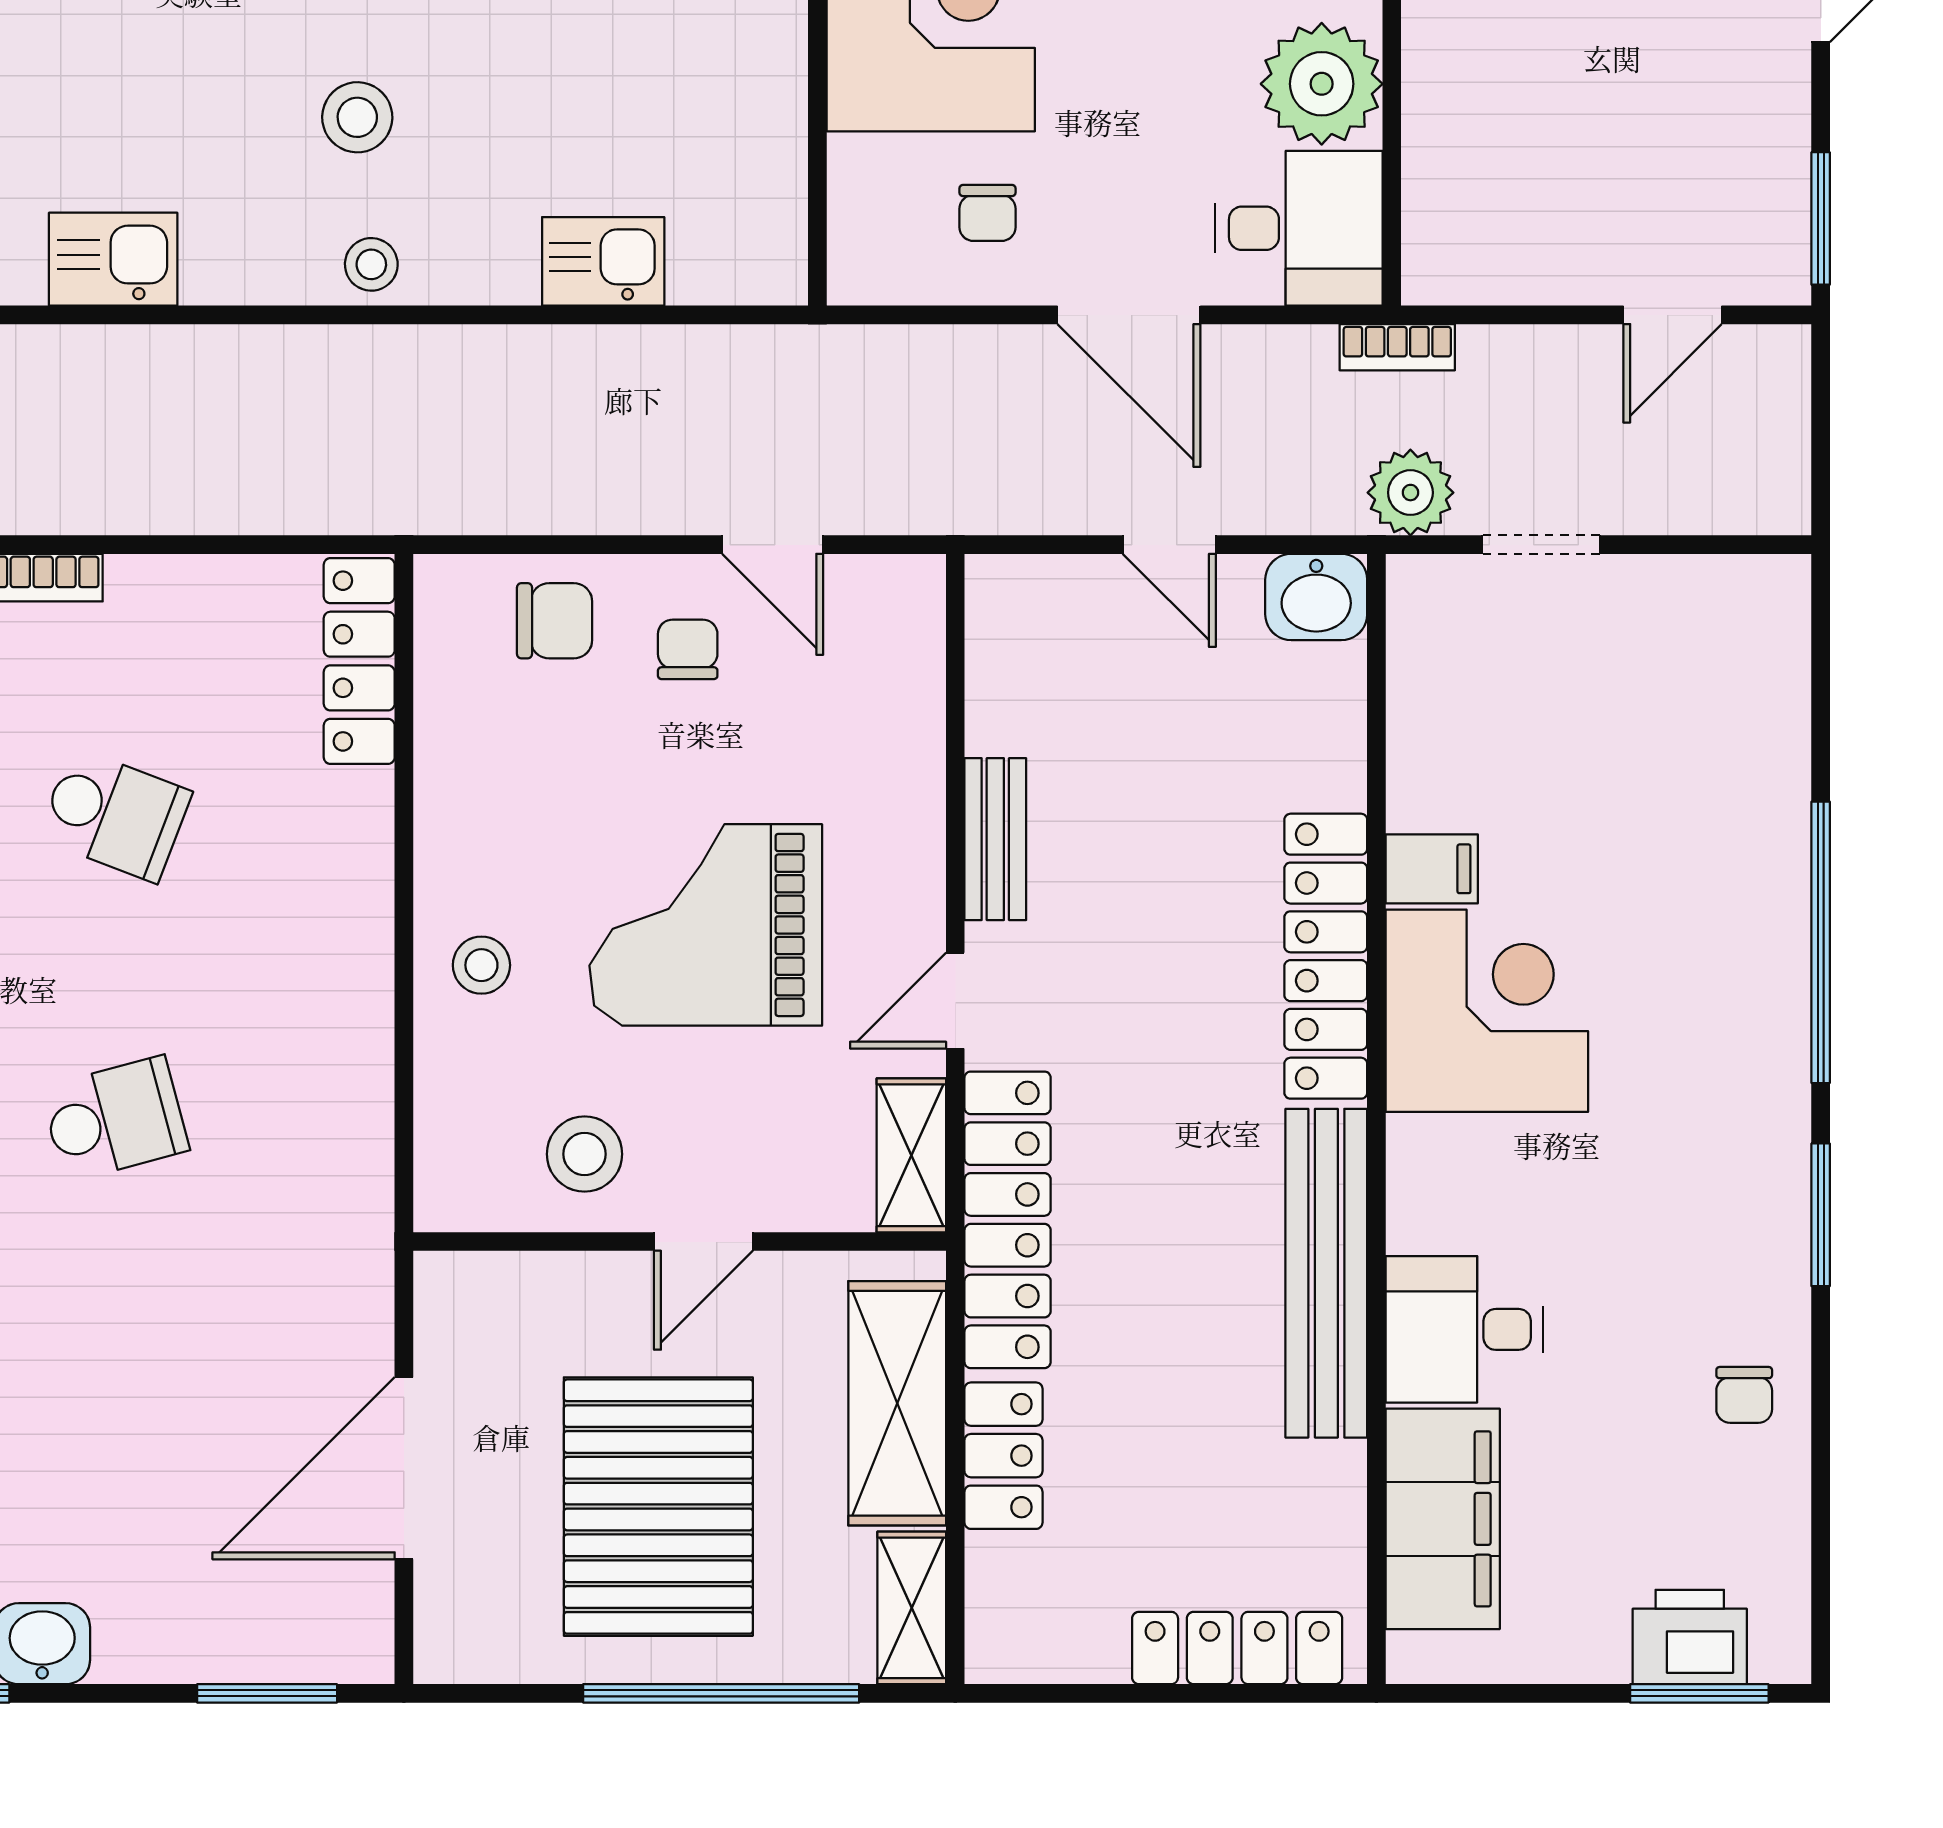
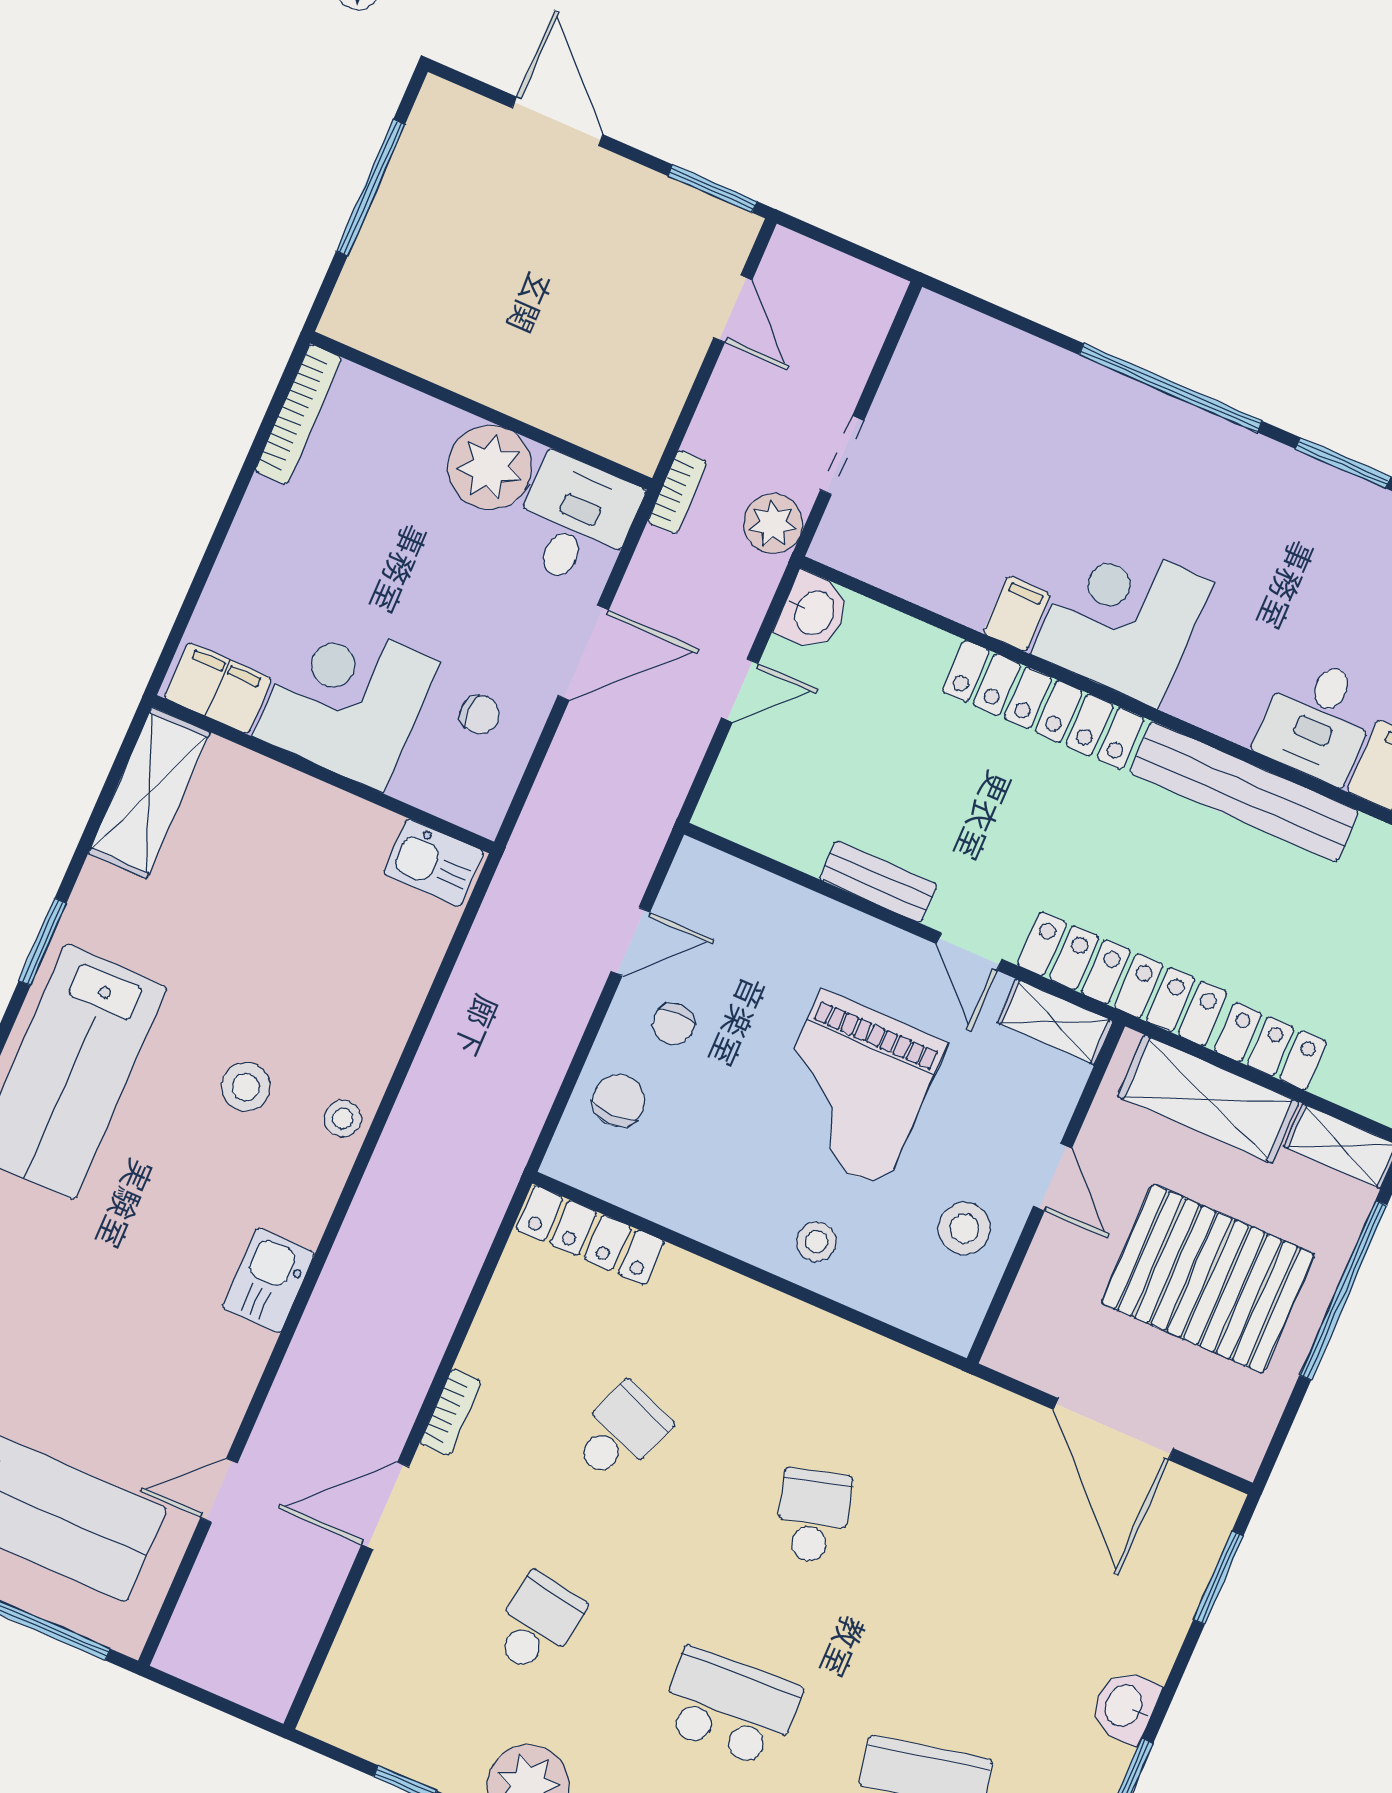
kitchen sink: (603, 261) -> (434, 863), moved, turned -90
chair: (688, 649) -> (673, 1024), turned -91

